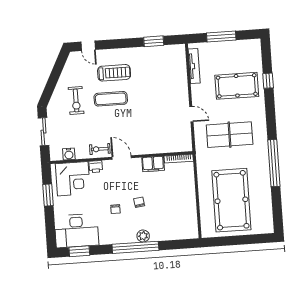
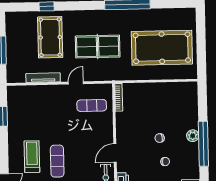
tv unit: (194, 66) -> (43, 78), moved
exercise mat: (169, 131) -> (92, 105), added
table tennis table: (230, 135) -> (98, 47), turned 90
filing cabinet: (153, 164) -> (123, 123), removed

